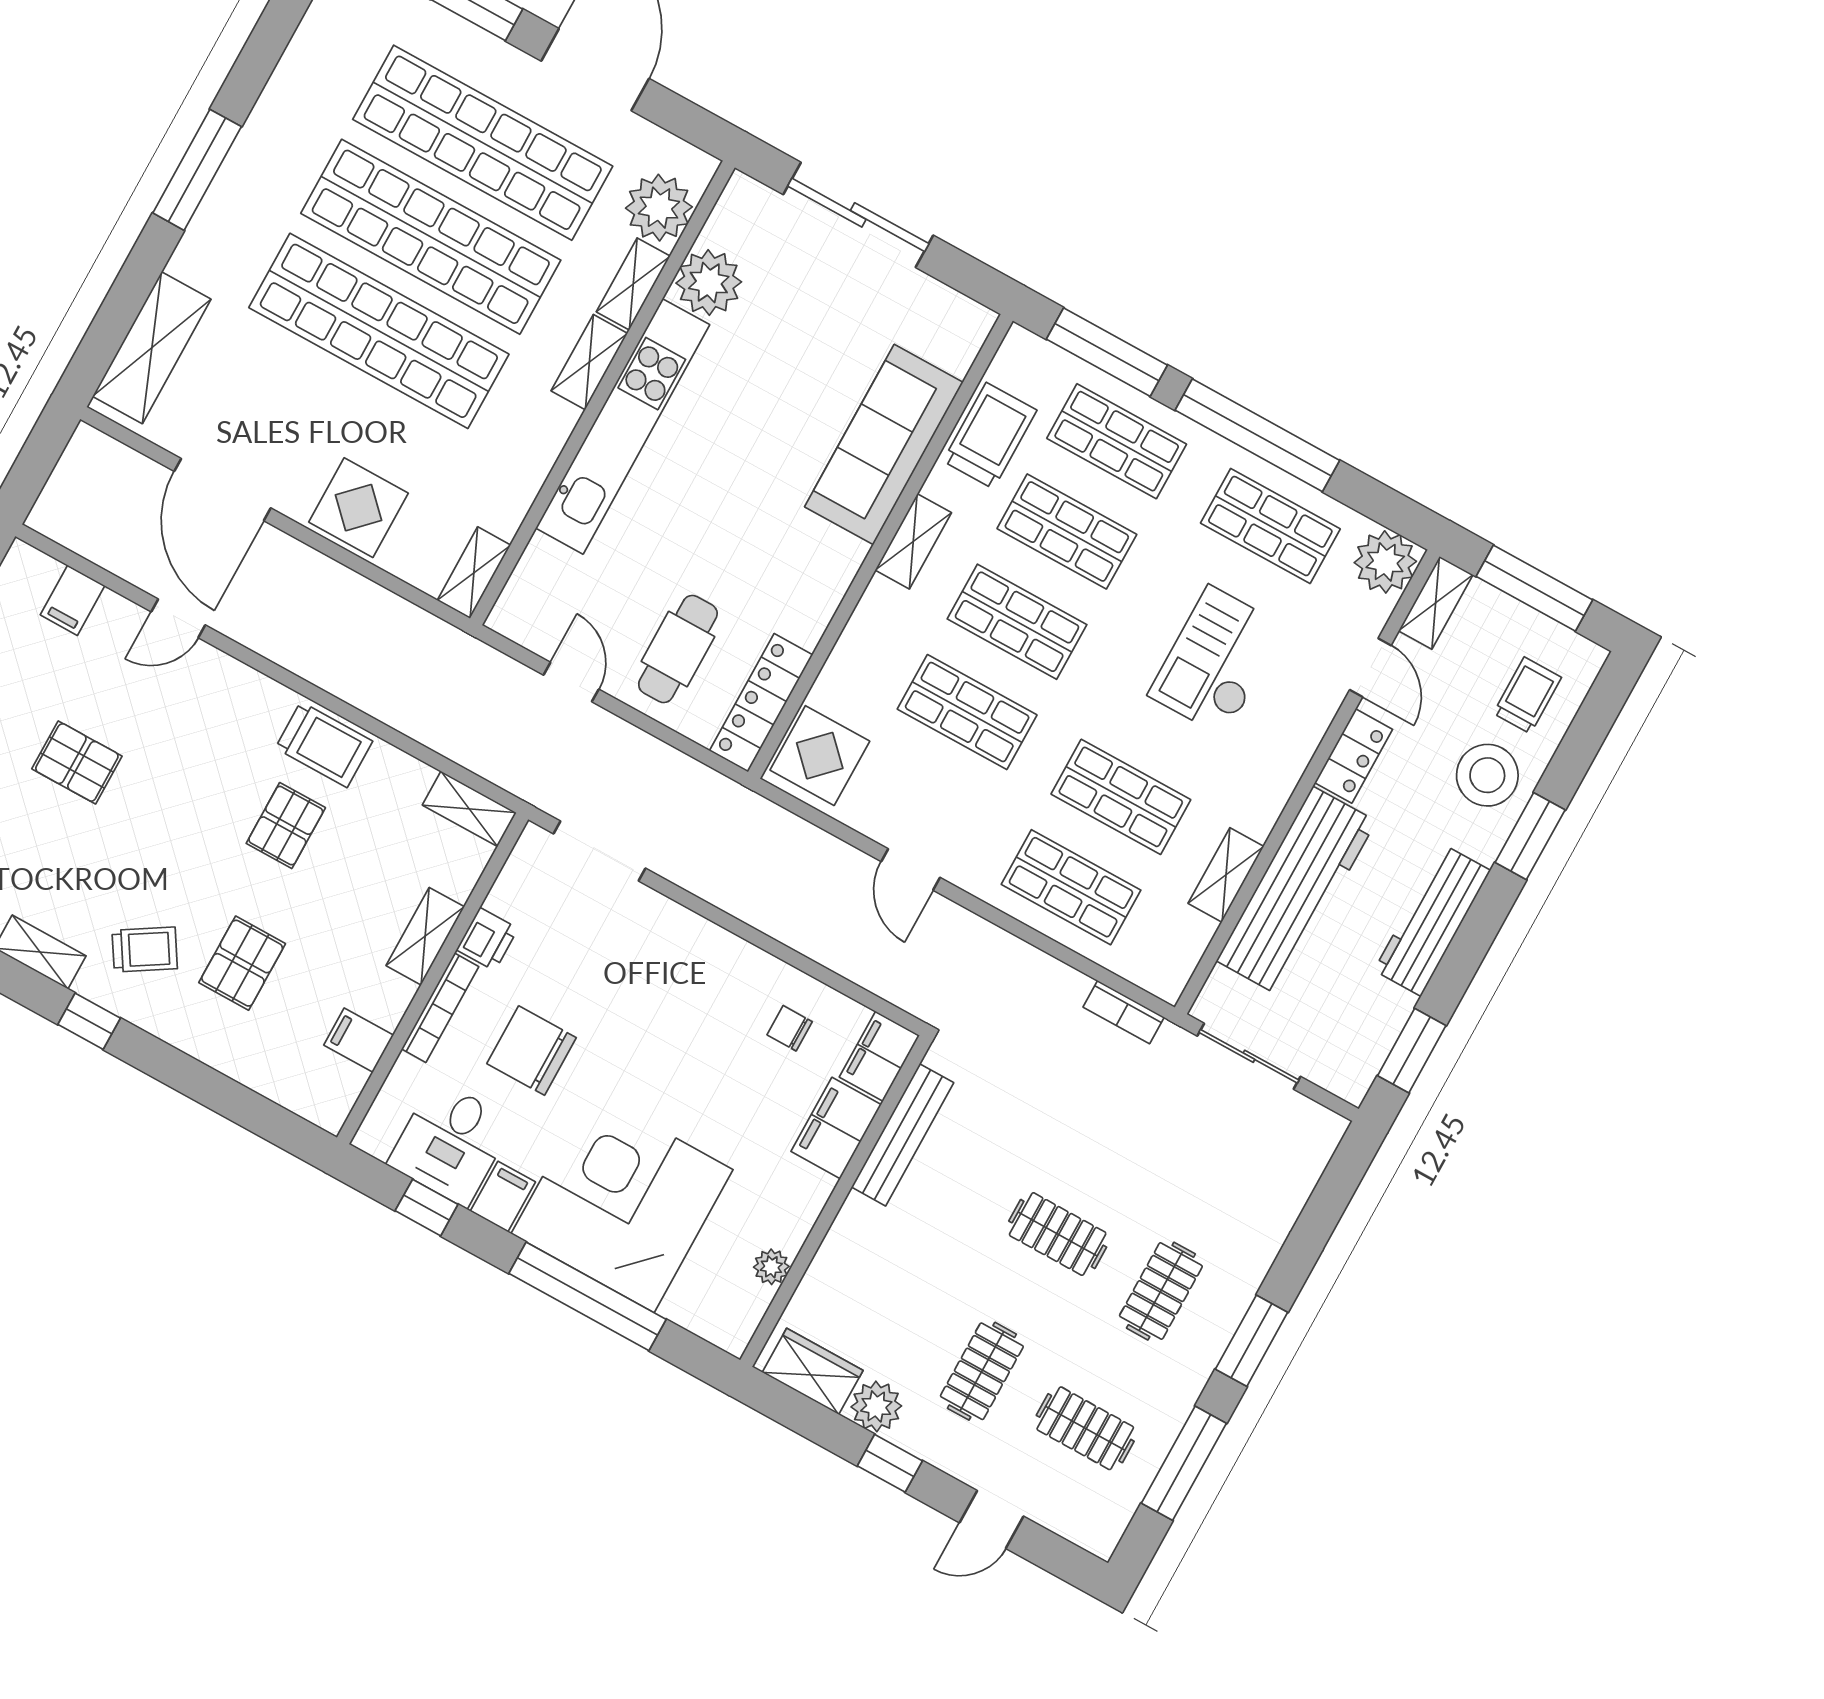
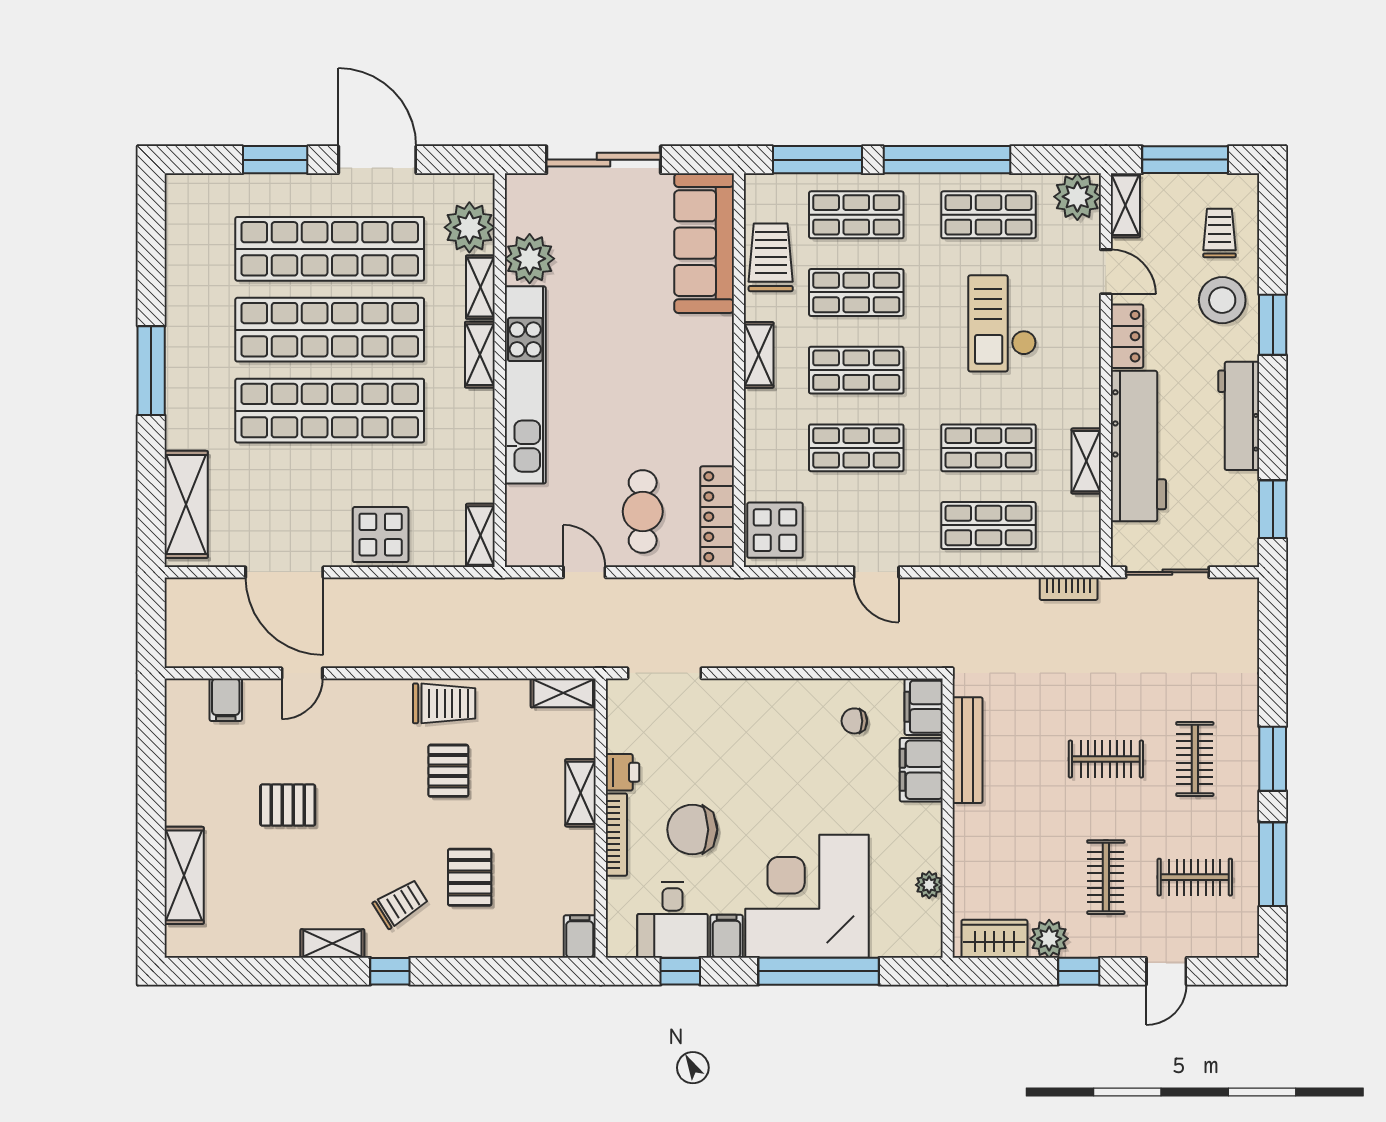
sofa: (884, 445) -> (704, 243), moved
filing cabinet: (359, 1040) -> (580, 937), moved, turned 90

